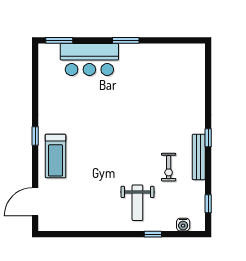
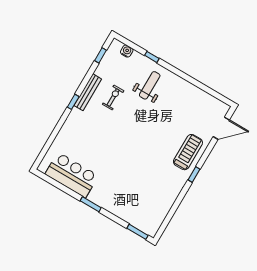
bar counter: (89, 59) -> (72, 175), moved

